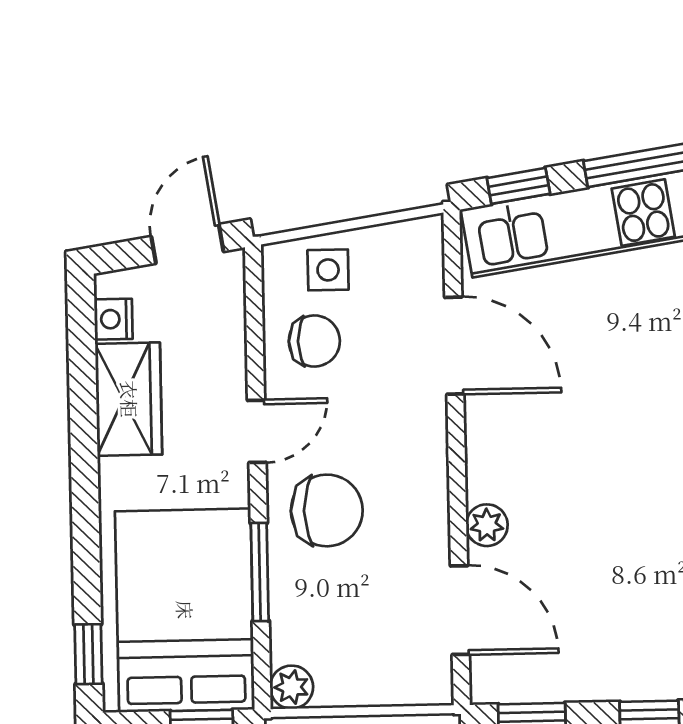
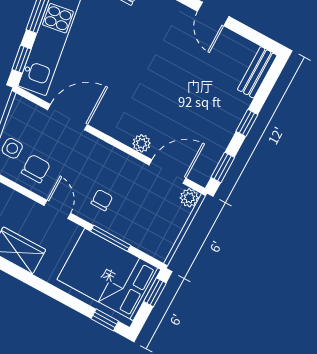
chair: (327, 510) -> (102, 200), width x0.54, depth x0.54
plant: (292, 687) -> (189, 198), moved

